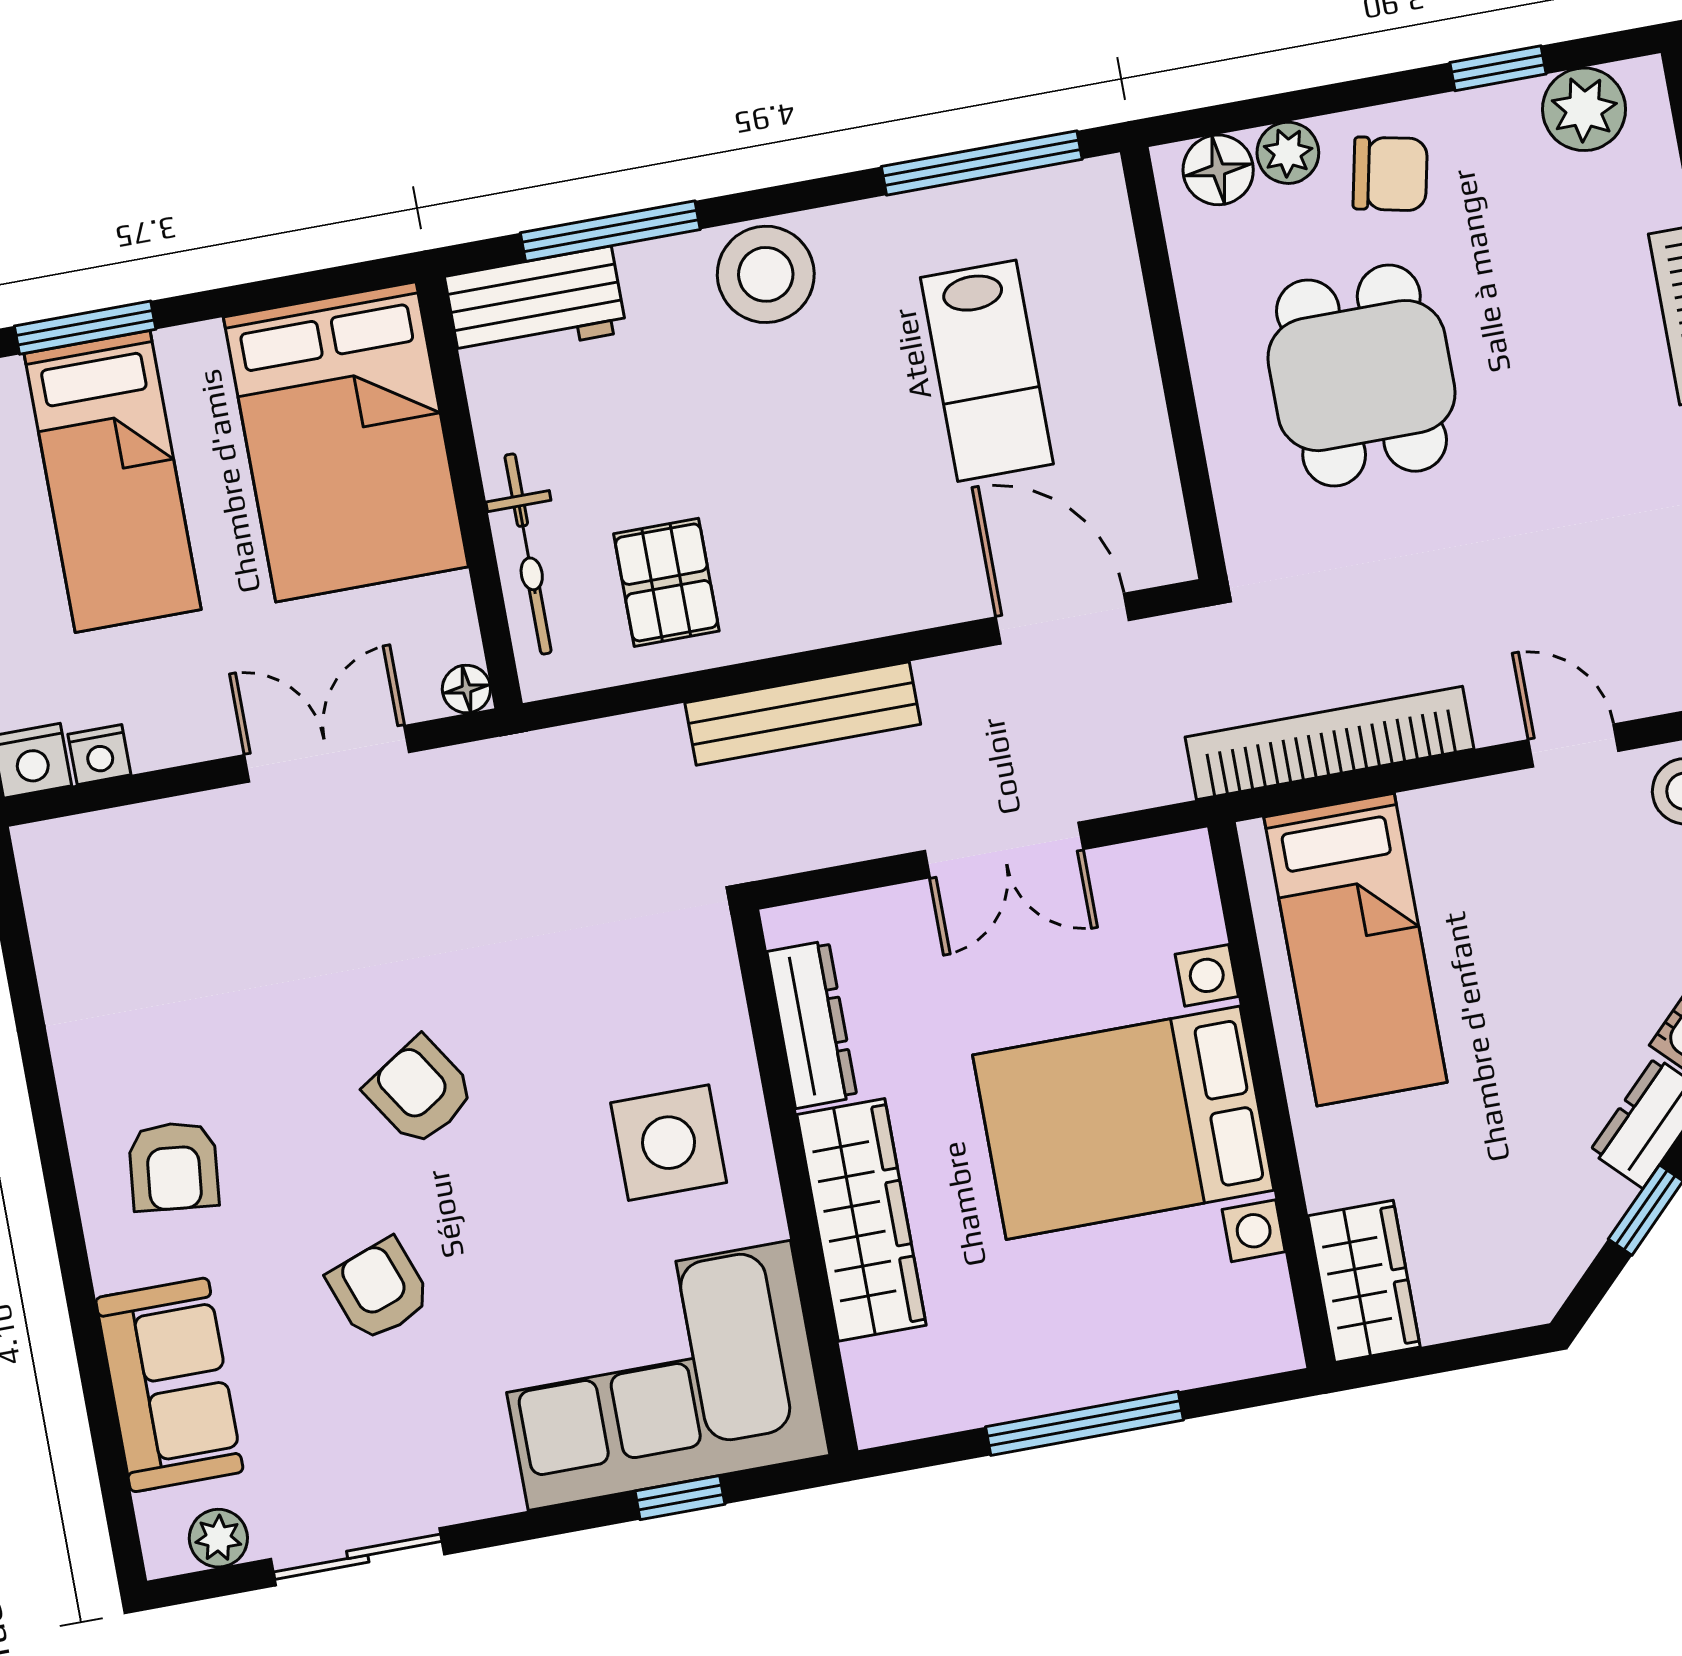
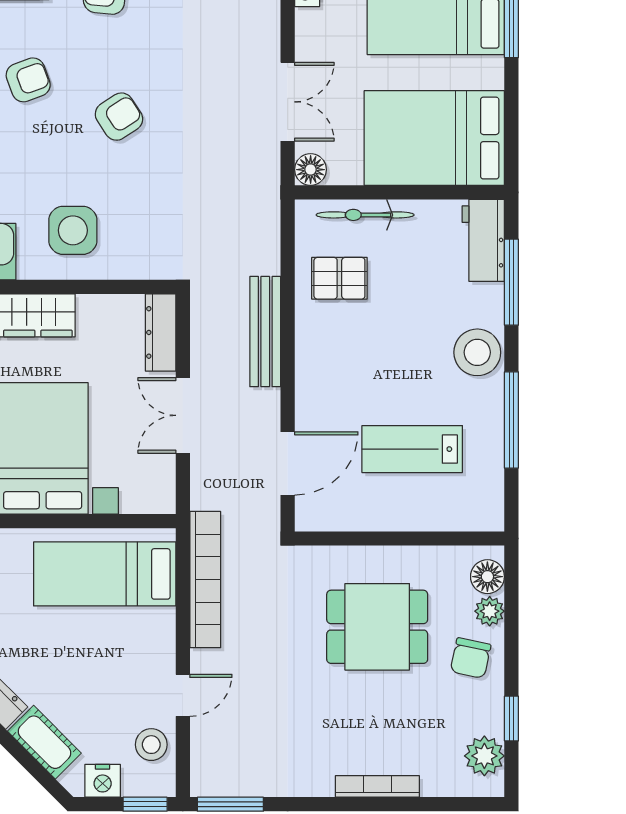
window: (982, 163) -> (511, 420), moved
floor lamp: (466, 689) -> (311, 170), width x1.37, depth x1.37
dresser: (812, 1024) -> (161, 332), moved, turned 90

